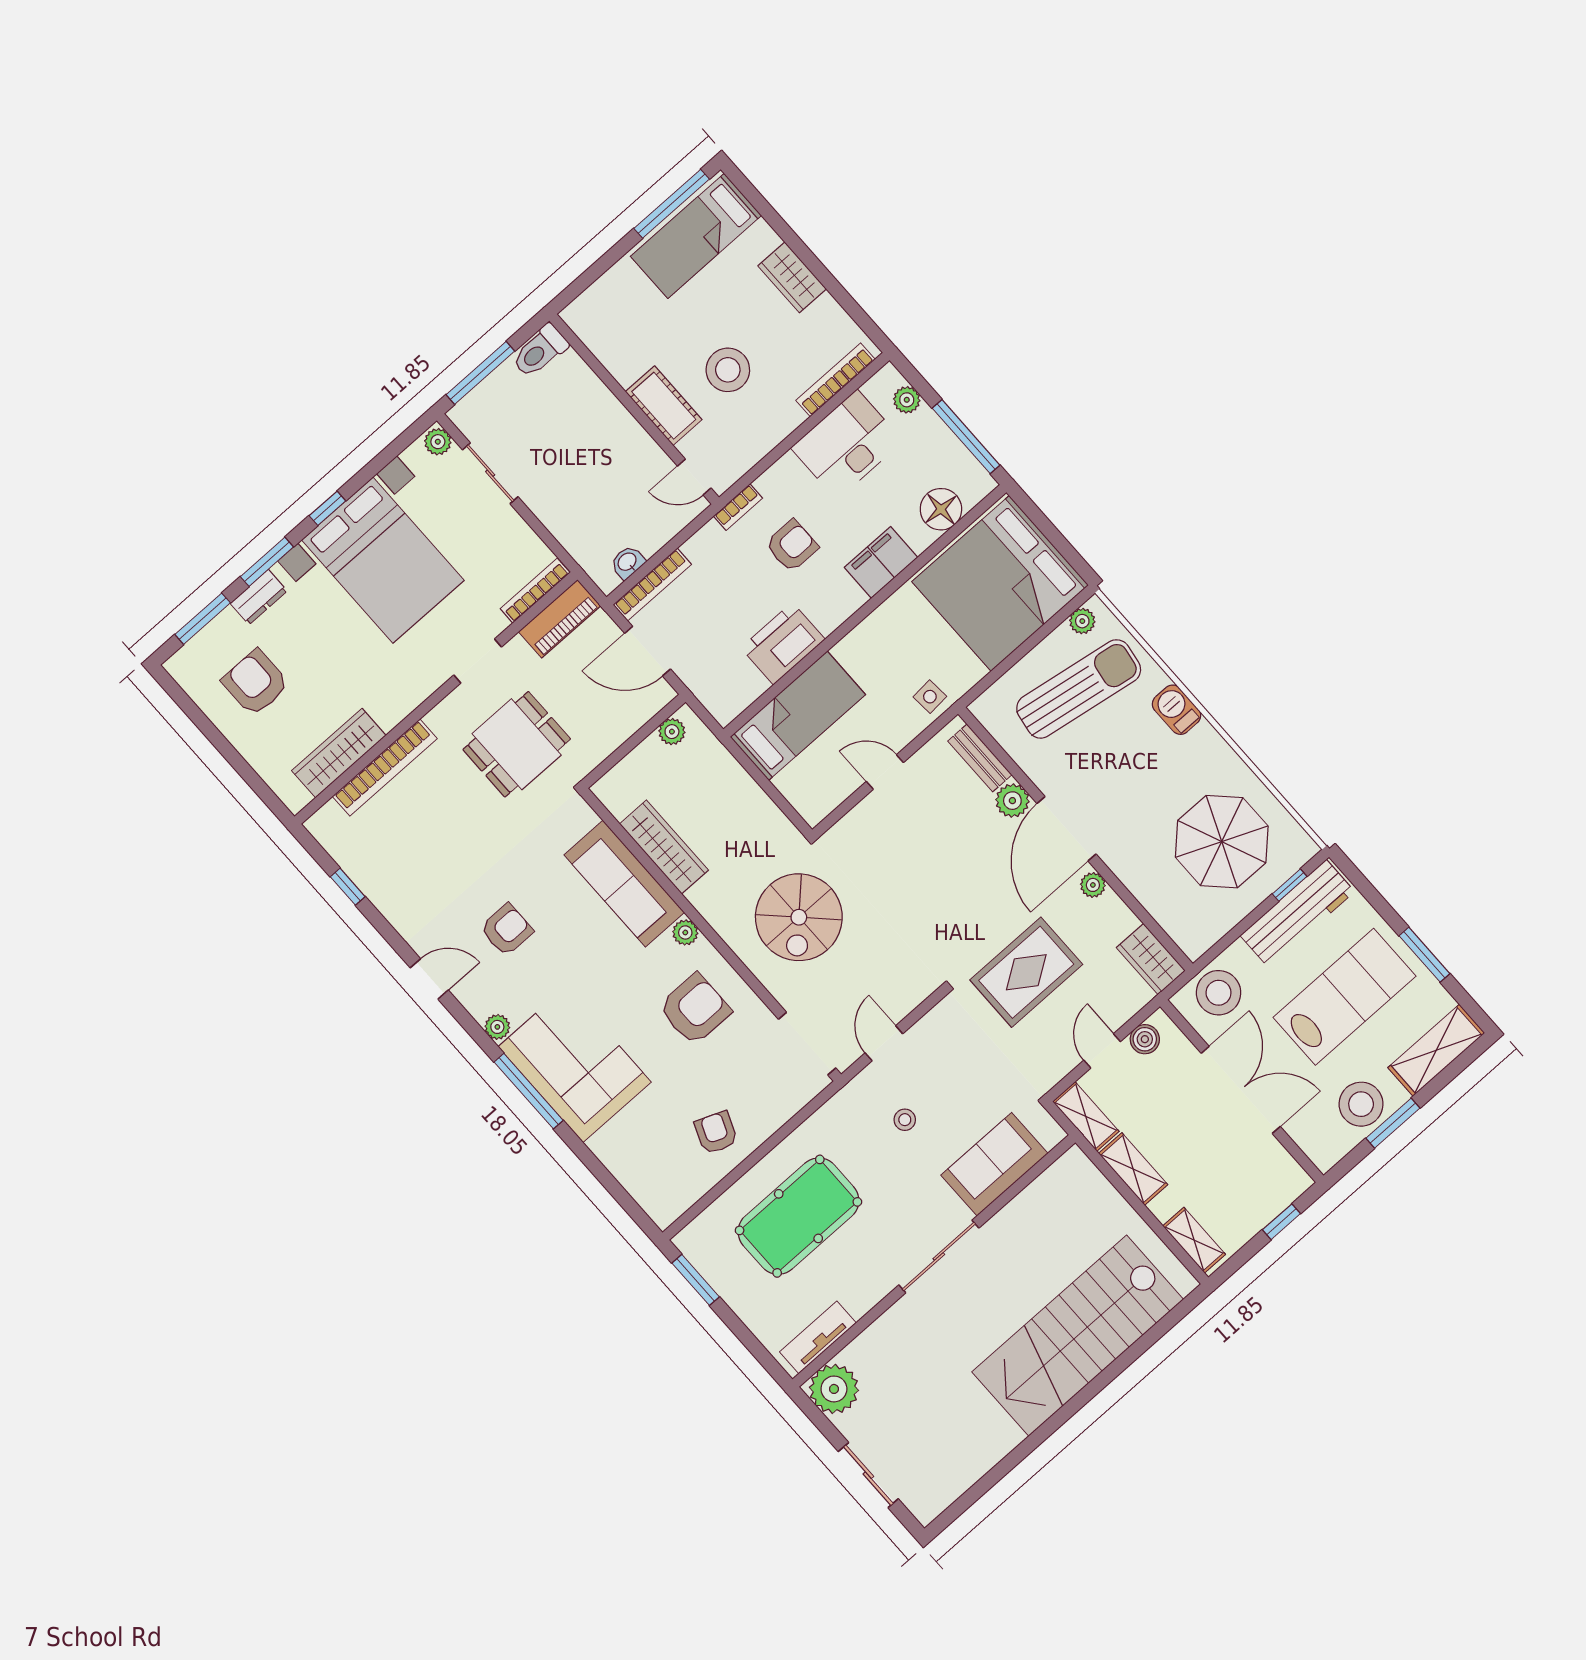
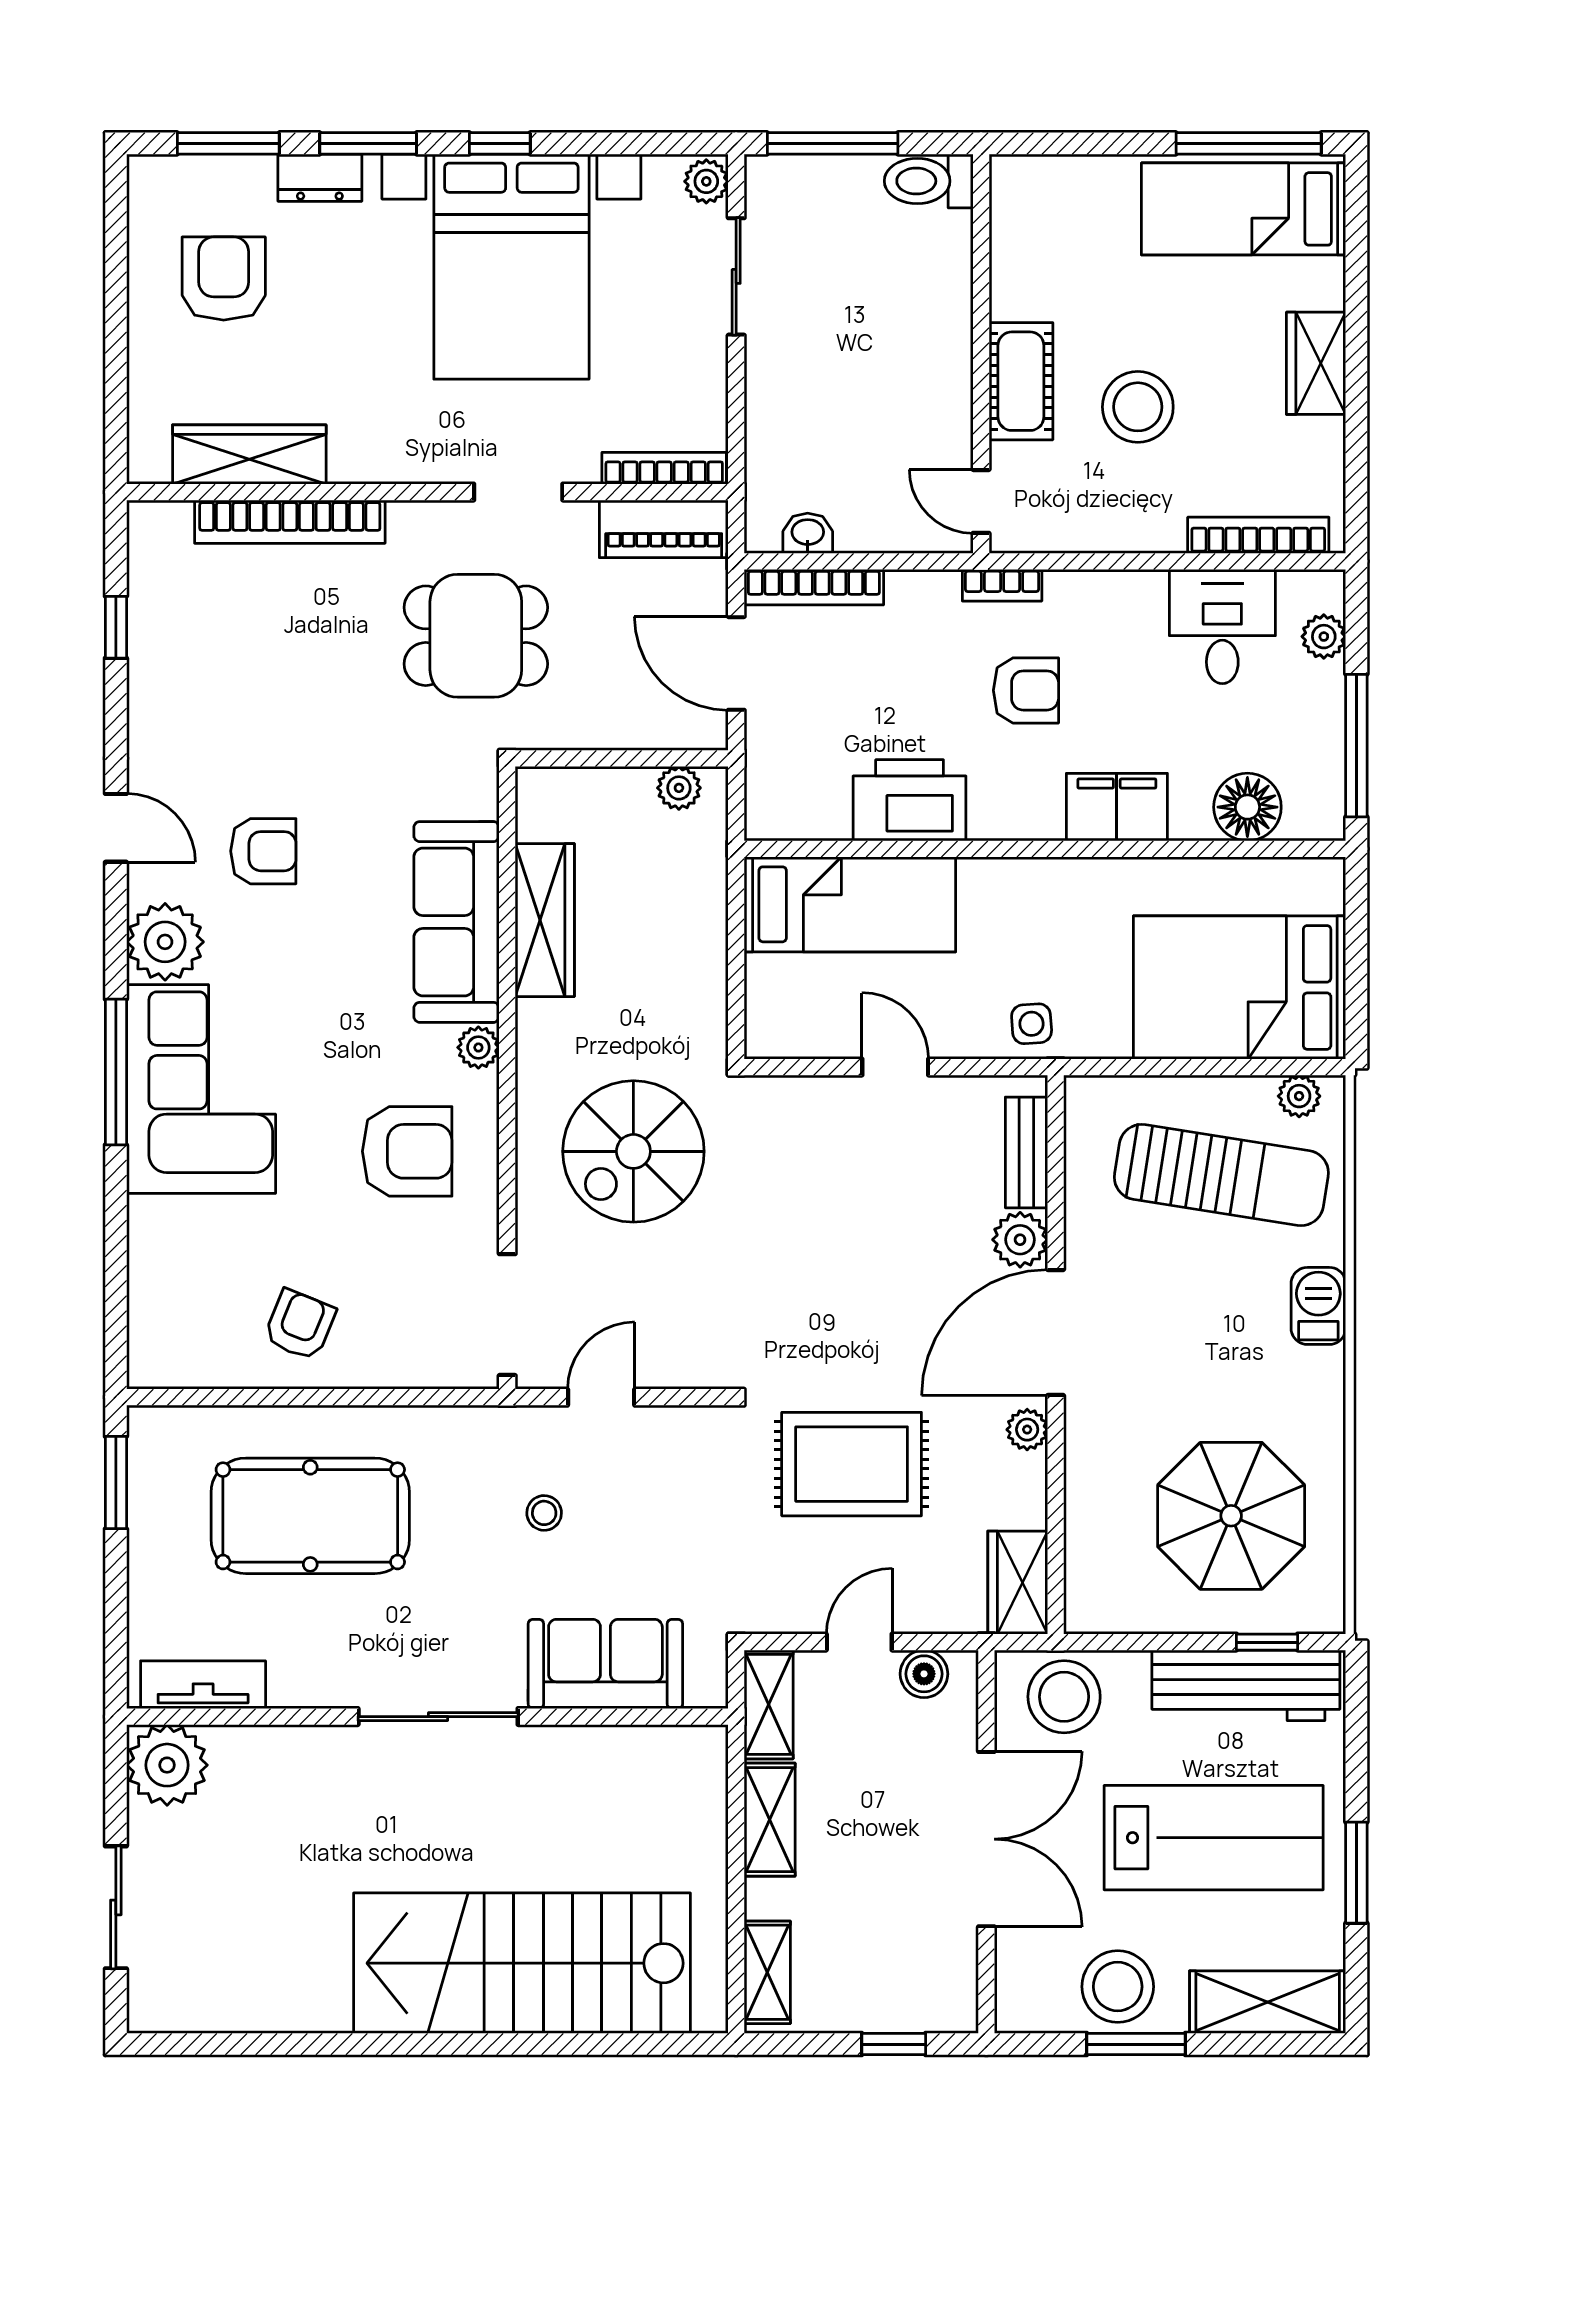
desk: (847, 444) -> (1222, 627), width x0.73
bed: (1000, 583) -> (1240, 987), width x0.73
plant: (497, 1027) -> (165, 942), width x1.88, depth x1.88

